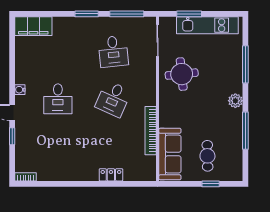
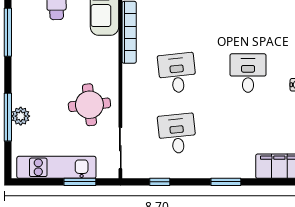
window: (87, 14) -> (226, 182), moved
window: (127, 14) -> (160, 182), width x0.46
desk: (113, 99) -> (177, 73), turned -30
plant: (235, 101) -> (21, 116), moved

